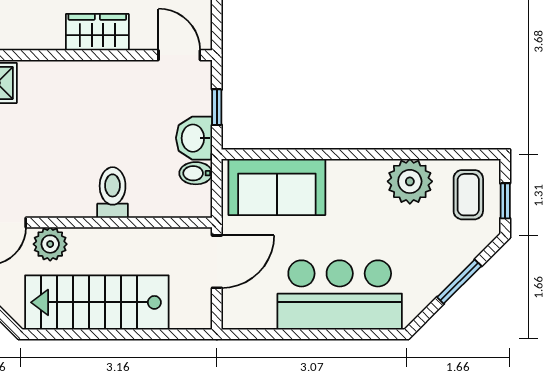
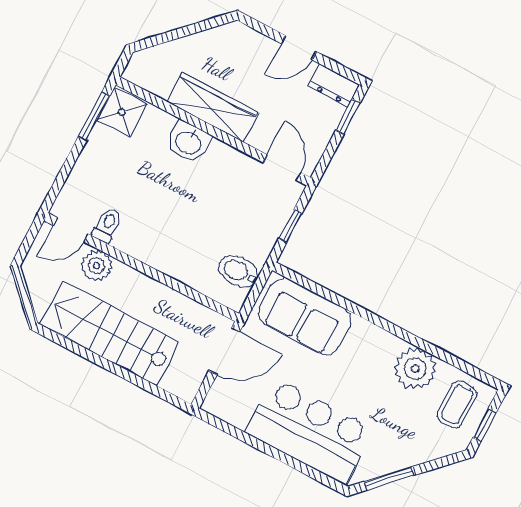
wardrobe: (97, 32) -> (213, 107), width x1.50
washbasin: (194, 138) -> (189, 142), moved, turned -90
bidet: (196, 173) -> (238, 271), width x1.38, depth x1.36
toilet: (113, 193) -> (107, 225), moved, width x0.73, depth x0.72
window: (459, 282) -> (389, 479), moved

